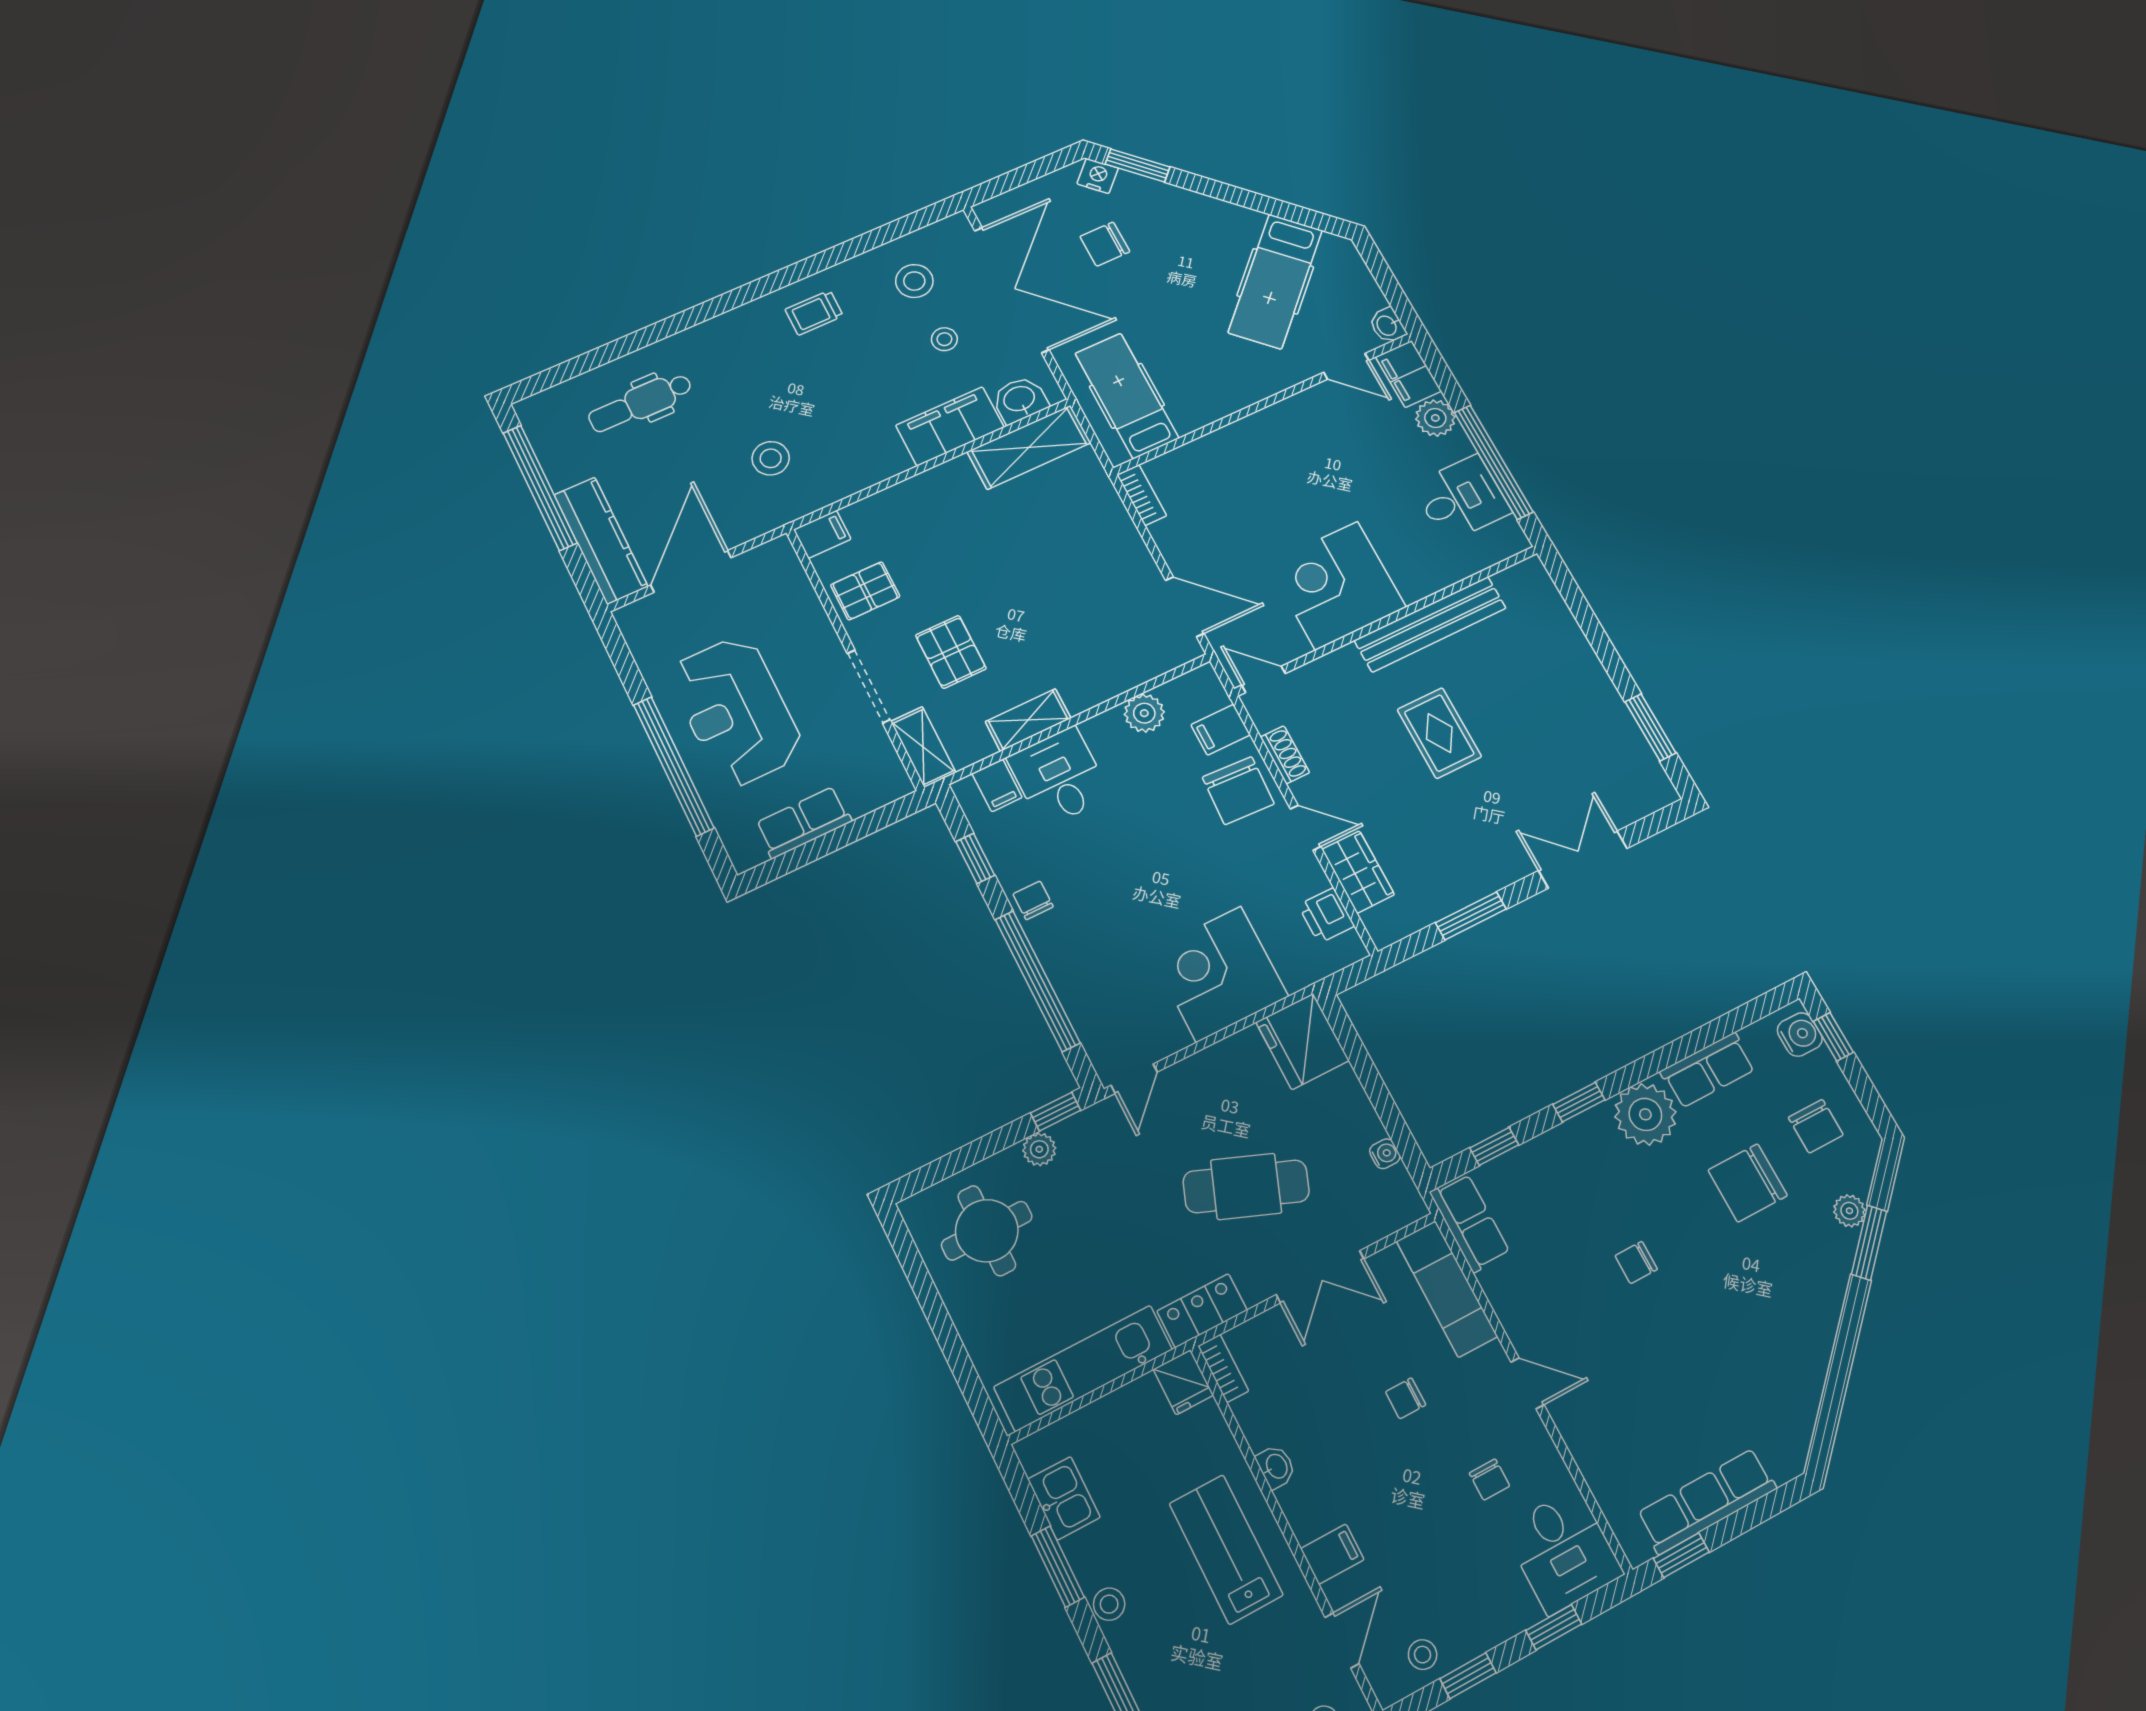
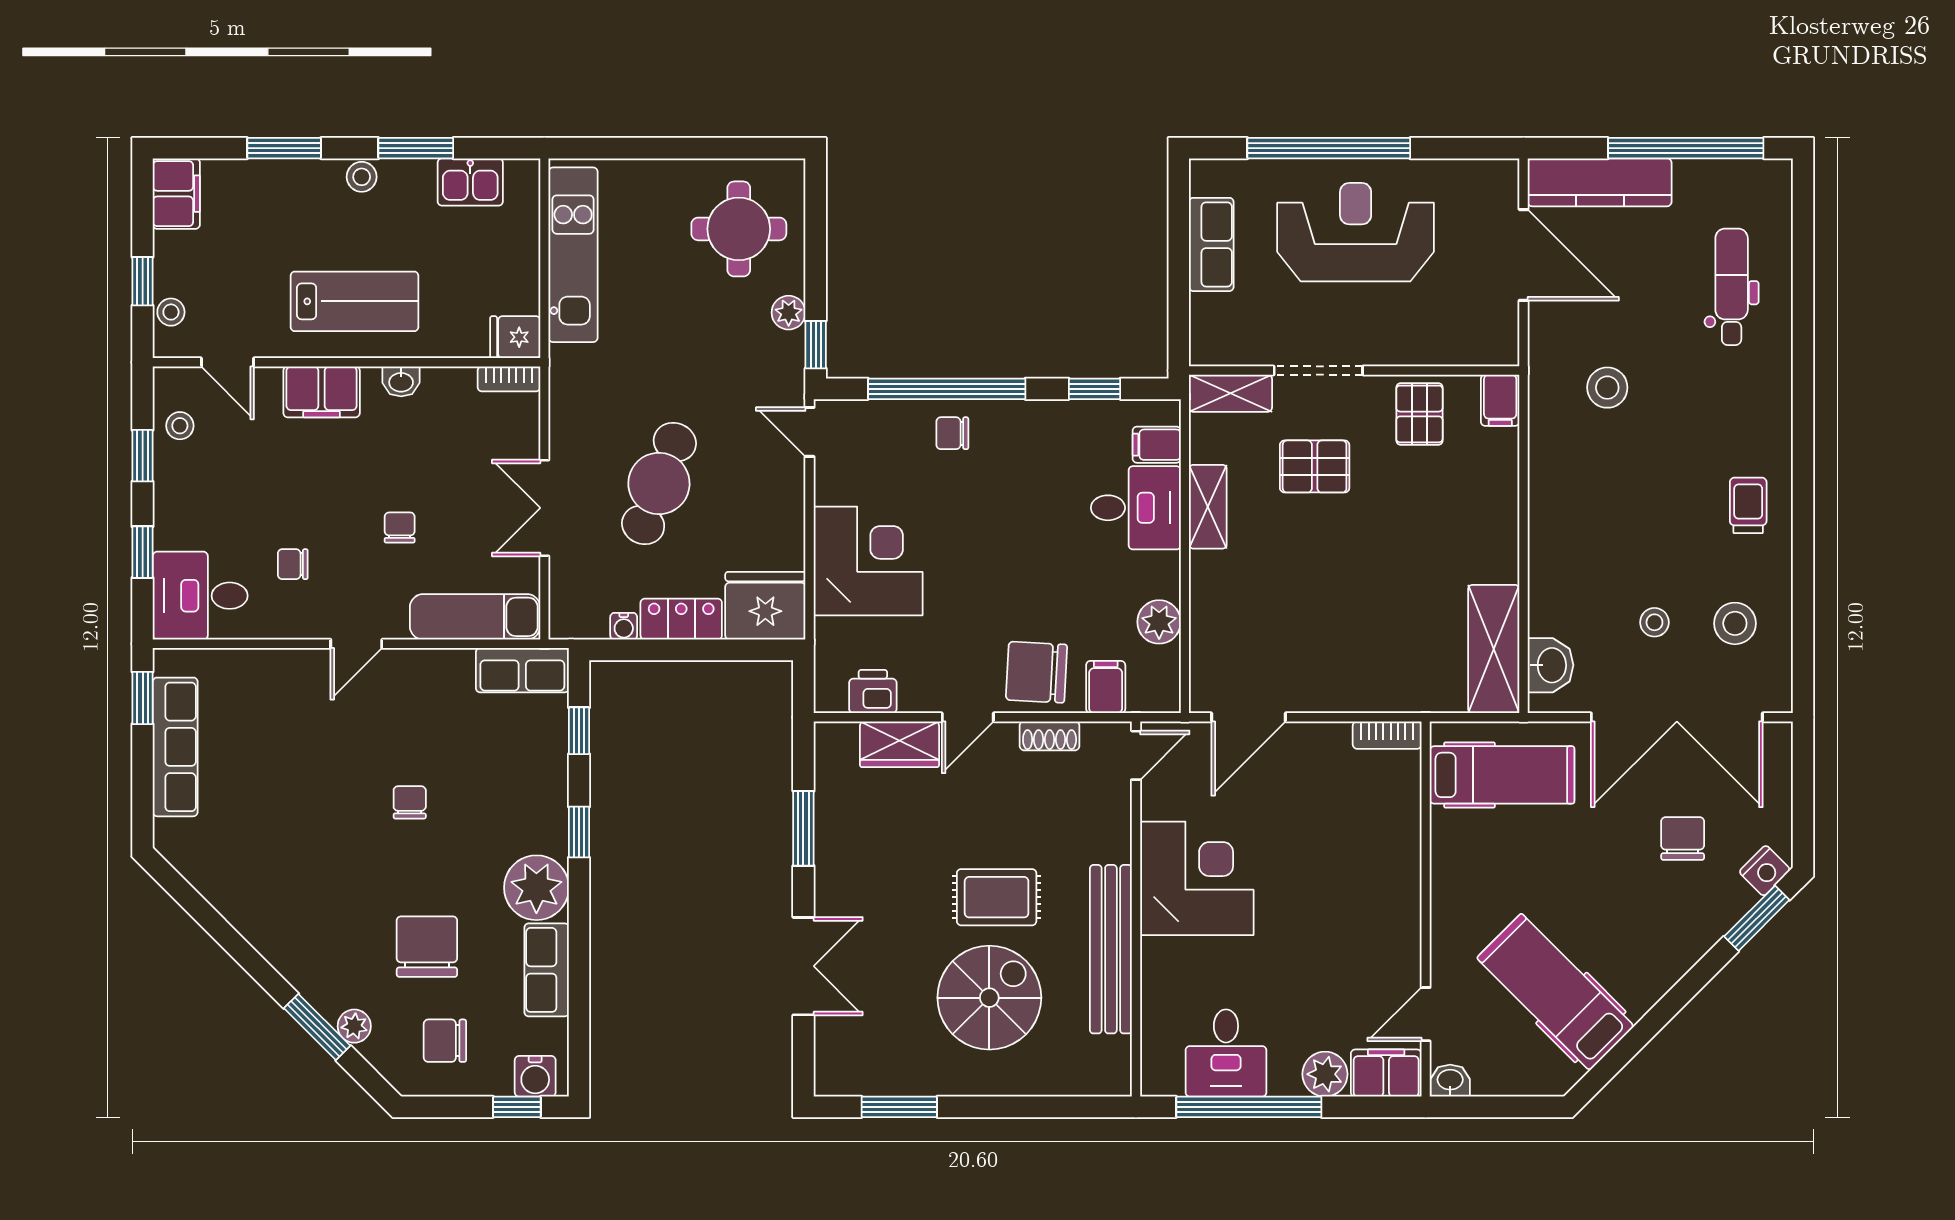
filing cabinet: (950, 426) -> (1555, 581), removed
spiral stairs: (1523, 700) -> (989, 998), added
chair: (1033, 900) -> (952, 433), moved, turned 180
locker: (1202, 1311) -> (681, 619), moved, turned -90
filing cabinet: (1332, 1554) -> (322, 392), width x2.00

